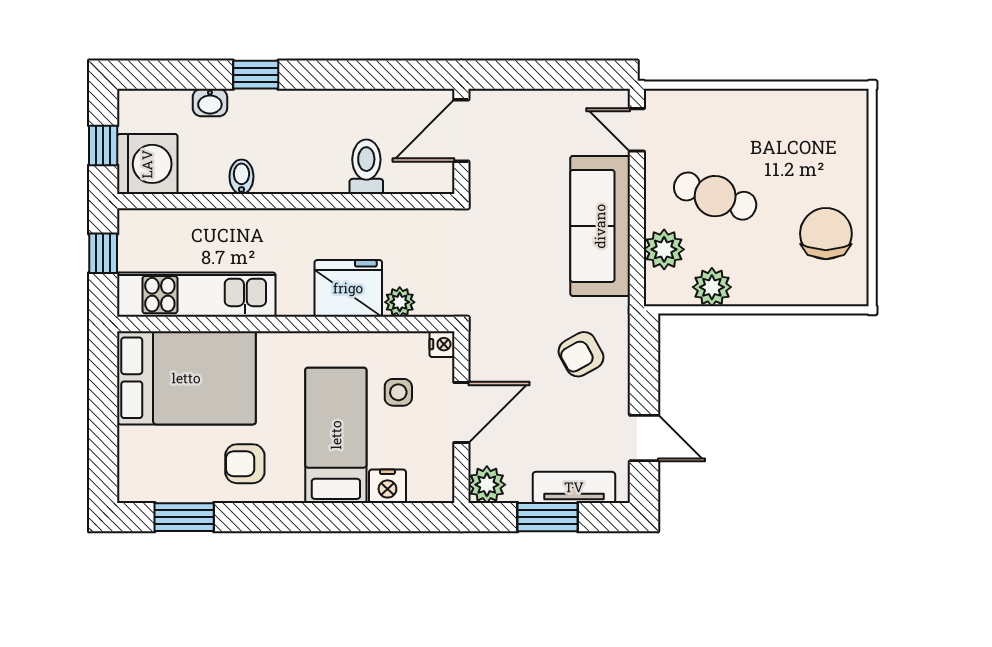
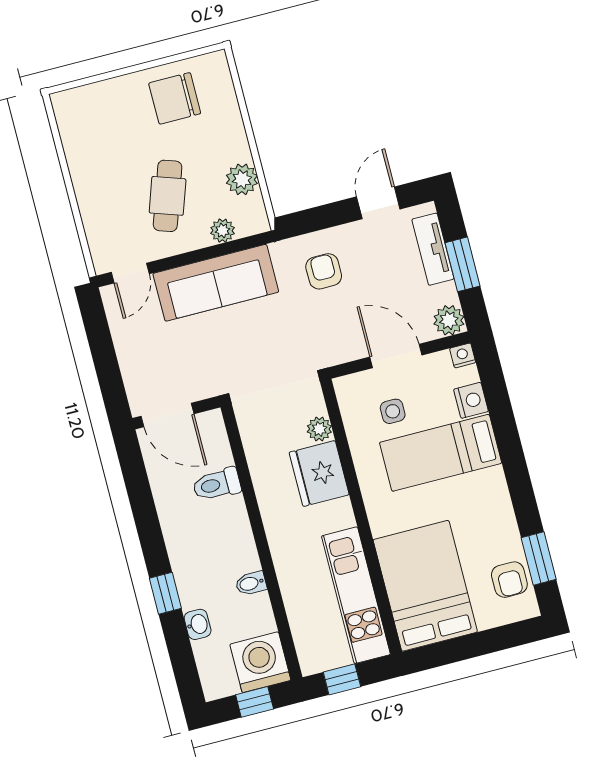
plant: (664, 249) -> (223, 231), width x0.73, depth x0.73
nightstand: (442, 344) -> (463, 355), moved
armchair: (581, 354) -> (324, 271), turned -151
armchair: (245, 464) -> (509, 580), moved

